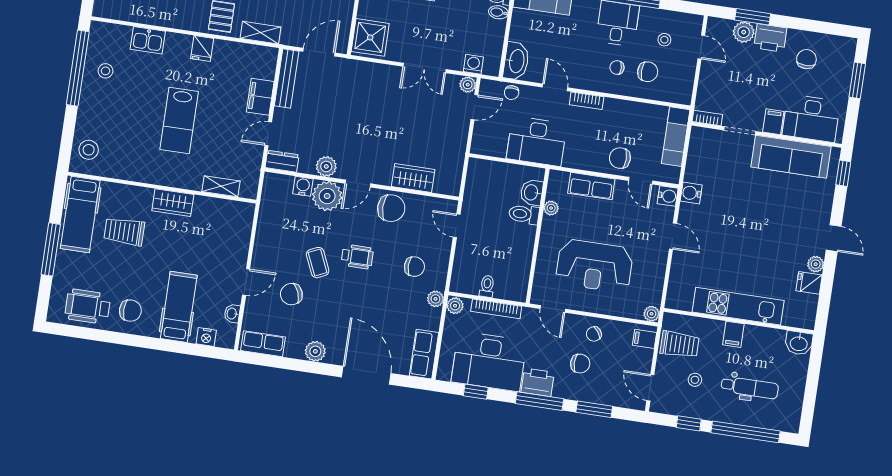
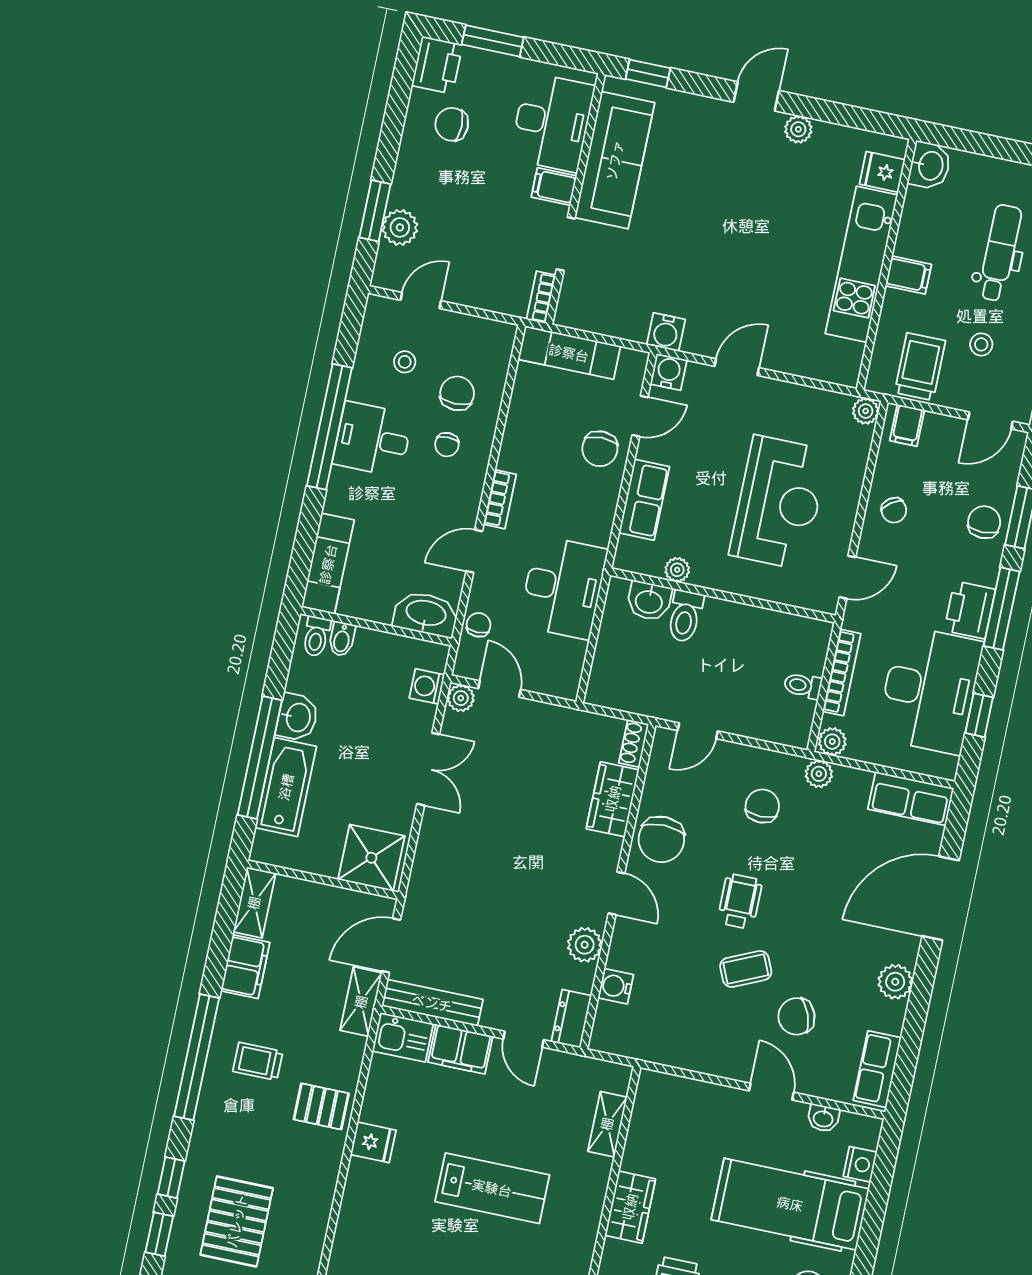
shelving: (260, 33) -> (361, 1002), moved
printer: (770, 38) -> (437, 65), moved
kitchen sink: (148, 40) -> (403, 1037), moved, turned 90
door: (319, 52) -> (391, 945), hinge flipped
chair: (512, 93) -> (479, 625), turned -90
shoe rack: (447, 188) -> (634, 743), added
plant: (327, 196) -> (635, 946), removed
chair: (391, 208) -> (661, 839), turned 180
fridge: (809, 283) -> (882, 172), moved, turned 90
chair: (291, 294) -> (796, 1016), turned 90
hospital bed: (179, 307) -> (790, 1204), width x1.37, depth x1.29
chair: (580, 364) -> (984, 522), moved

